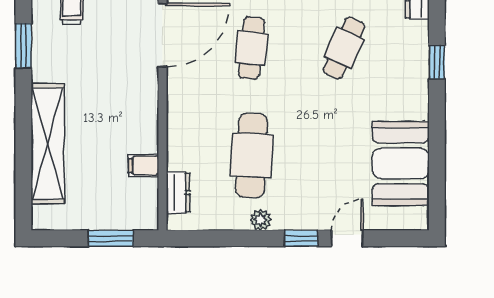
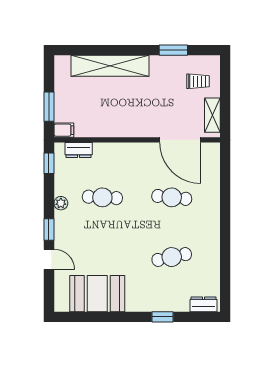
cafe table: (344, 48) -> (172, 257), turned -36
cafe table: (252, 155) -> (102, 197), width x0.73, depth x0.74
filing cabinet: (143, 165) -> (64, 130), moved, turned 90
window: (199, 238) -> (49, 163), added

